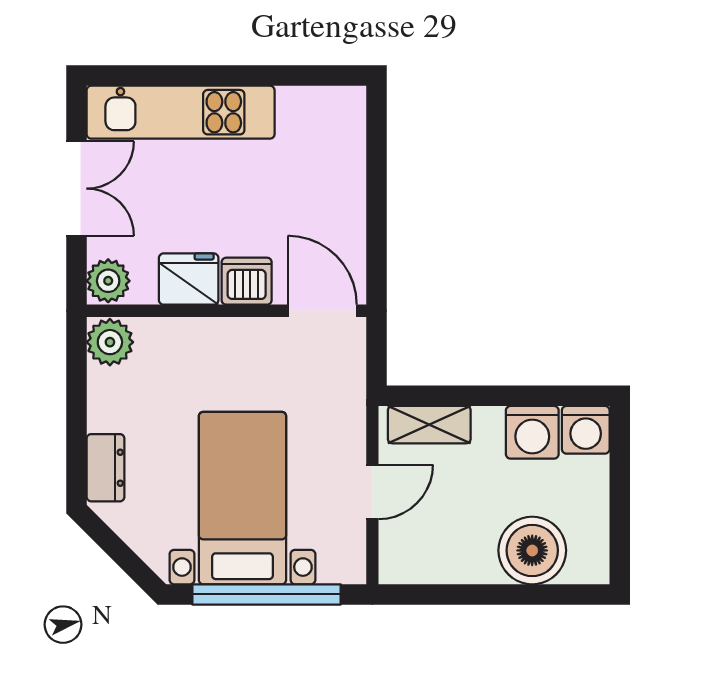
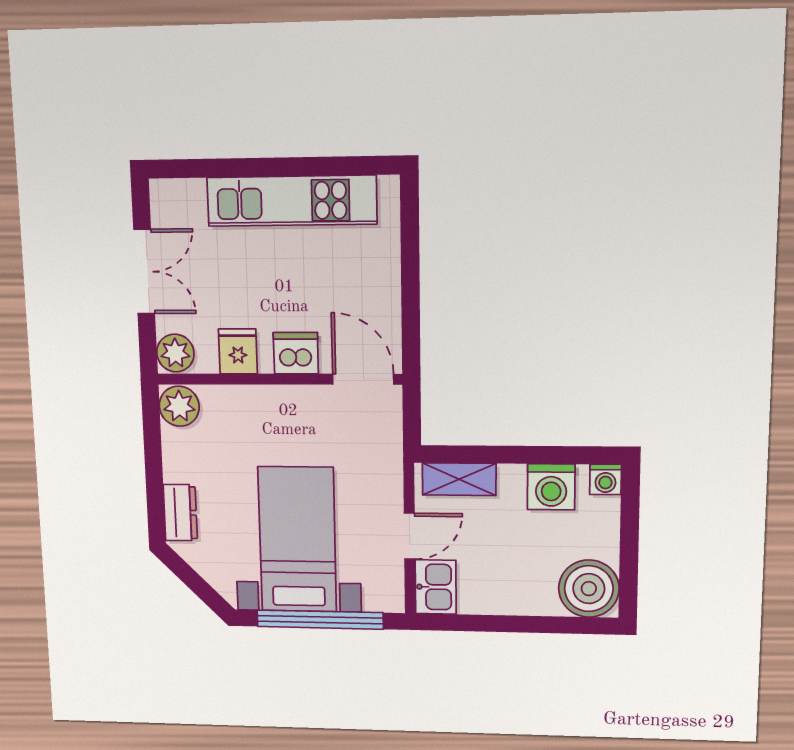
kitchen unit: (181, 112) -> (292, 201), moved
fridge: (189, 279) -> (238, 351), width x0.72
washing machine: (586, 430) -> (606, 479), width x0.73, depth x0.73
boiler: (532, 550) -> (589, 589), moved
kitchen sink: (402, 552) -> (436, 587), added

